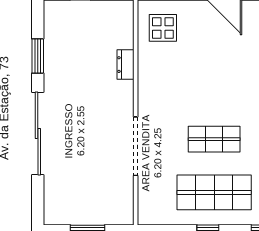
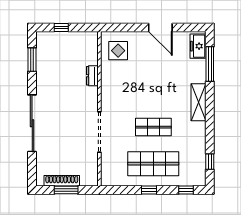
window: (38, 56) -> (32, 60), moved
shoe rack: (81, 217) -> (62, 181), added

